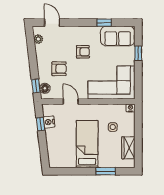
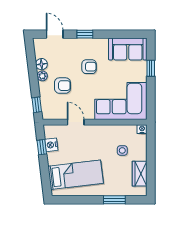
window: (104, 23) -> (85, 34), moved
plant: (38, 39) -> (42, 76), moved
floor lamp: (45, 88) -> (41, 64), moved
bed: (87, 144) -> (76, 175), moved, turned 83

